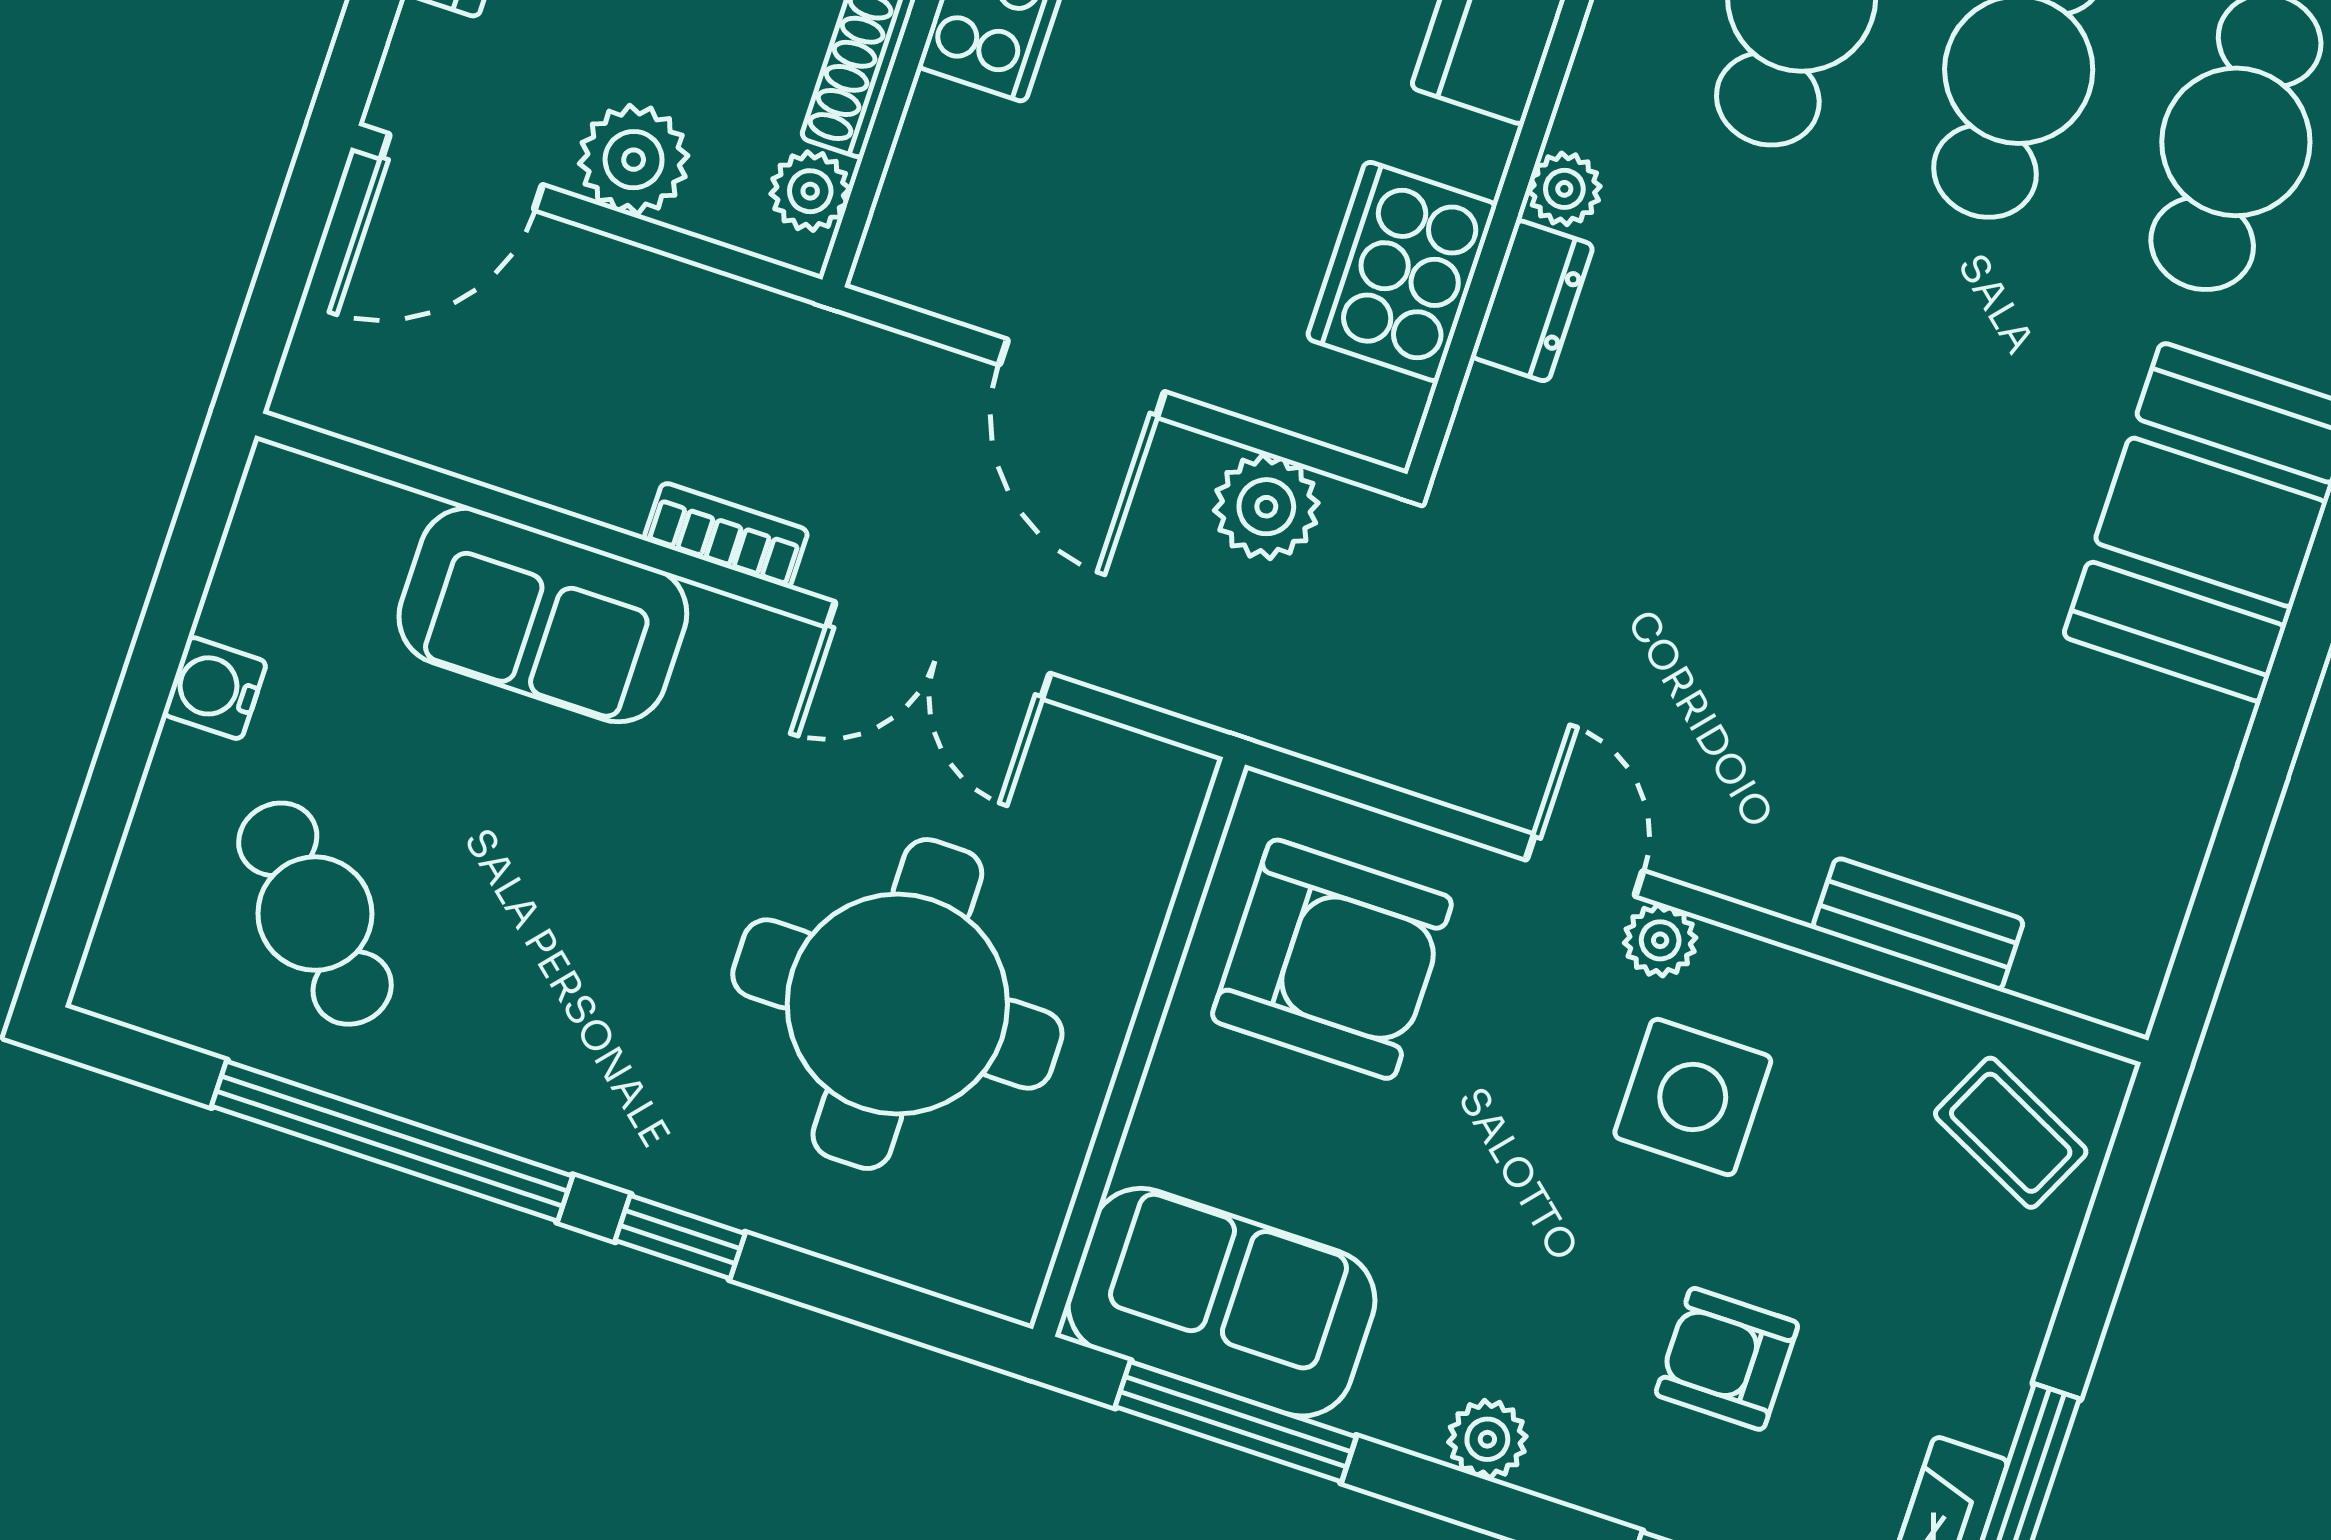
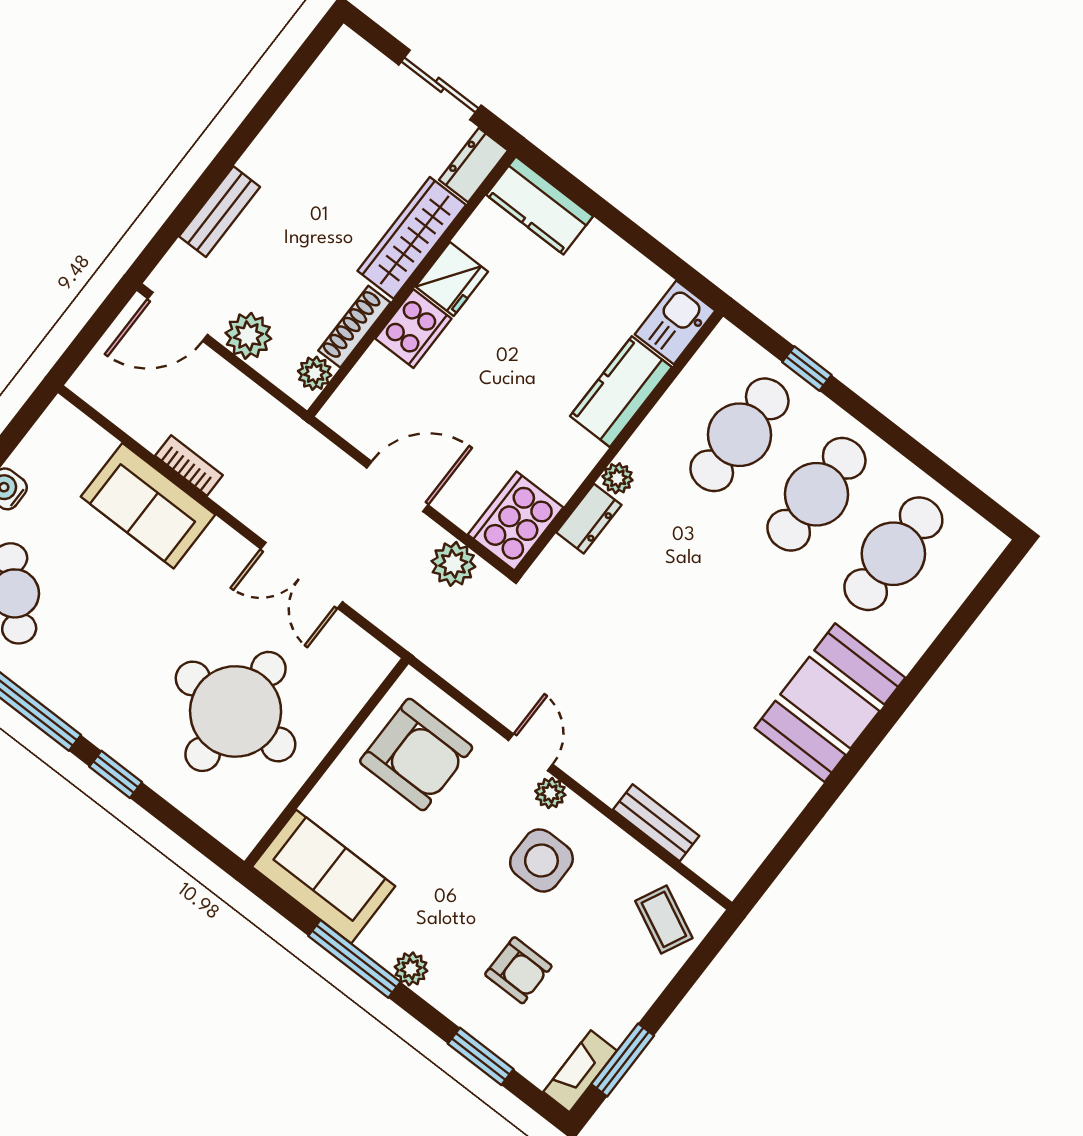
cooker: (1402, 271) -> (516, 521), moved
door: (1082, 378) -> (397, 486), swing flipped
bookcase: (726, 535) -> (189, 466), moved
armchair: (1727, 1359) -> (518, 970), turned 180
window: (1236, 1422) -> (354, 959), moved

